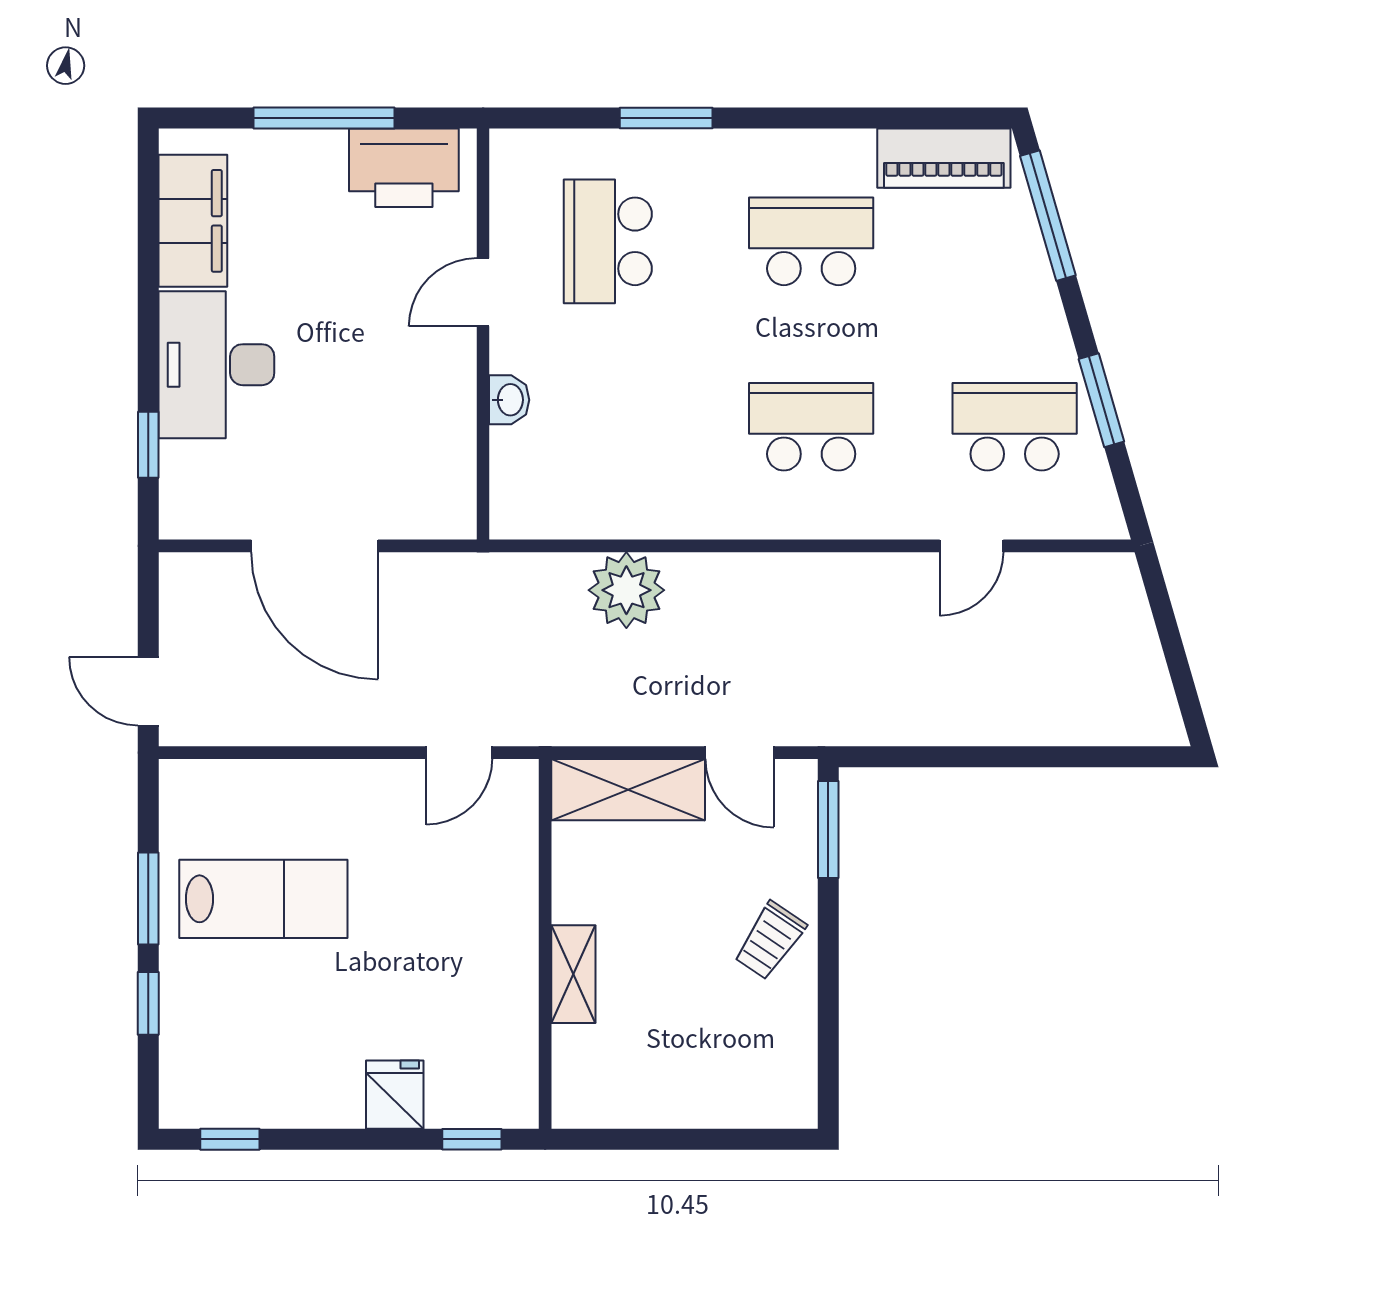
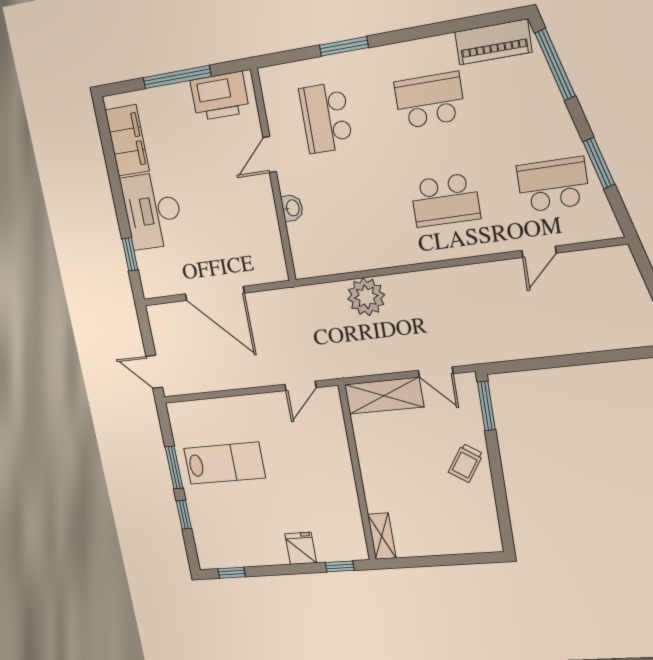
school desk: (811, 427) -> (445, 200), turned 180
shelving: (573, 974) -> (382, 536), moved

